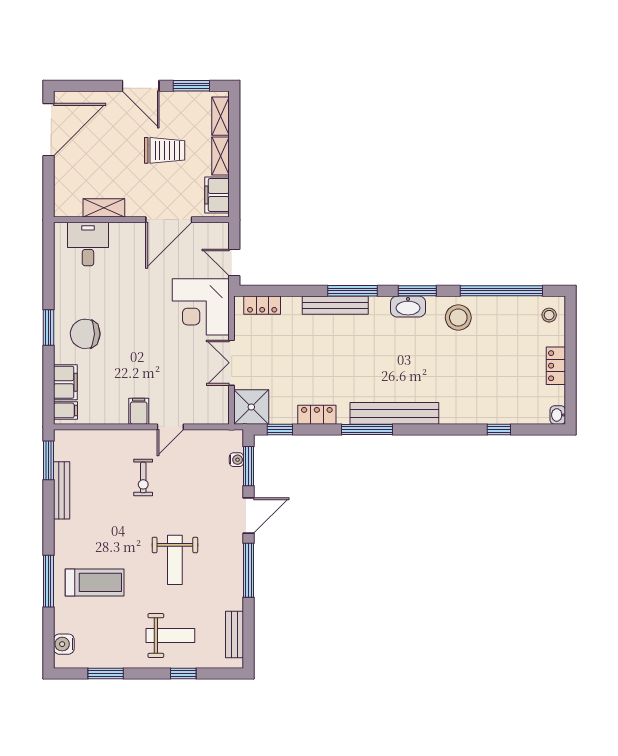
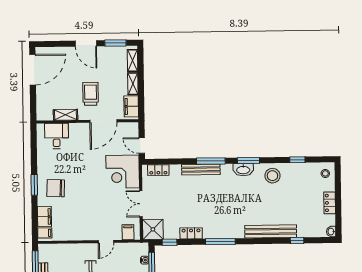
trolley: (165, 150) -> (91, 94), moved, turned -90
window: (501, 291) -> (297, 160), width x0.32
filing cabinet: (139, 411) -> (128, 232), moved
bench: (394, 413) -> (271, 231), moved

